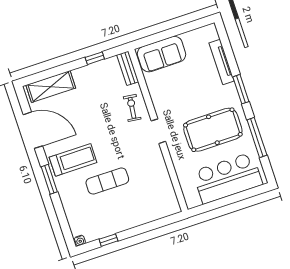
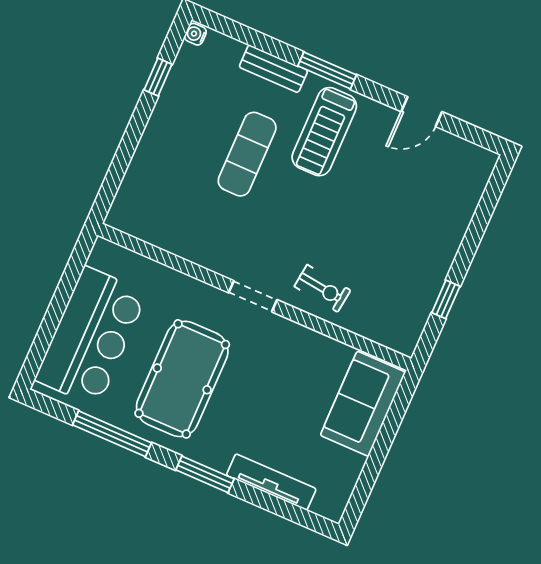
bench: (128, 68) -> (273, 69), moved
shelving: (51, 87) -> (463, 196), removed
door: (33, 130) -> (422, 112), width x0.53

